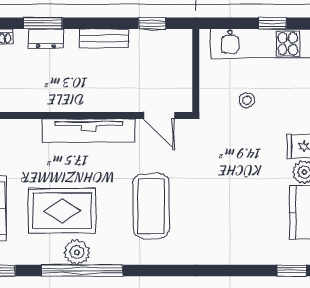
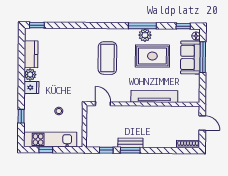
window: (43, 23) -> (130, 150), moved
dresser: (46, 38) -> (160, 143), removed
tv unit: (89, 131) -> (154, 96), moved
window: (82, 271) -> (142, 26), width x0.68

